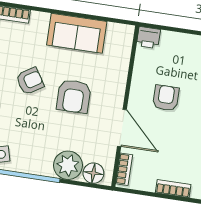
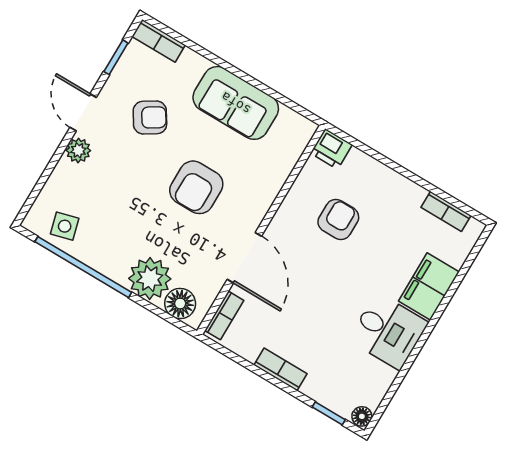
armchair: (30, 81) -> (150, 117), moved
armchair: (166, 98) -> (338, 219), moved

